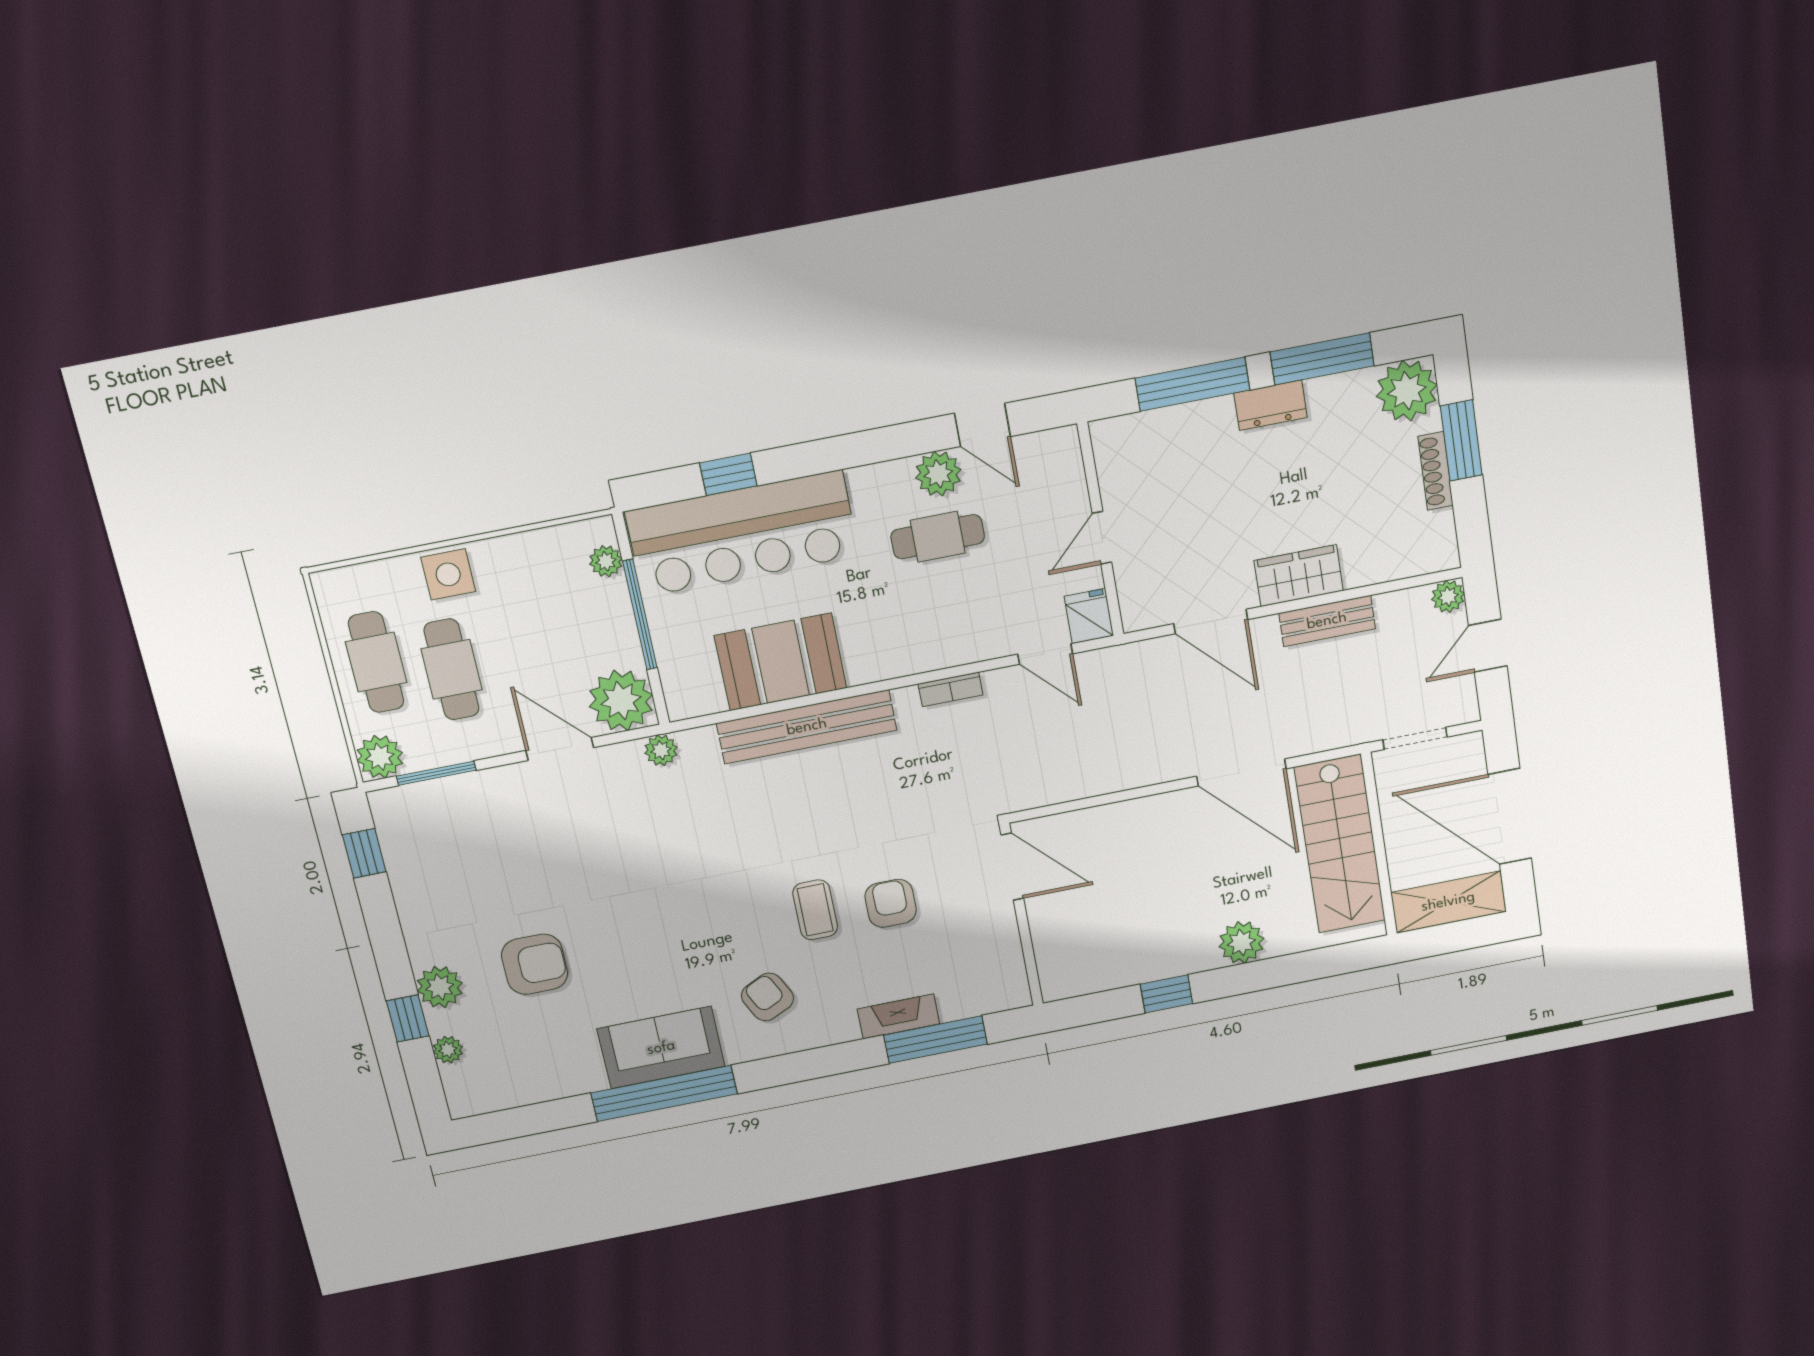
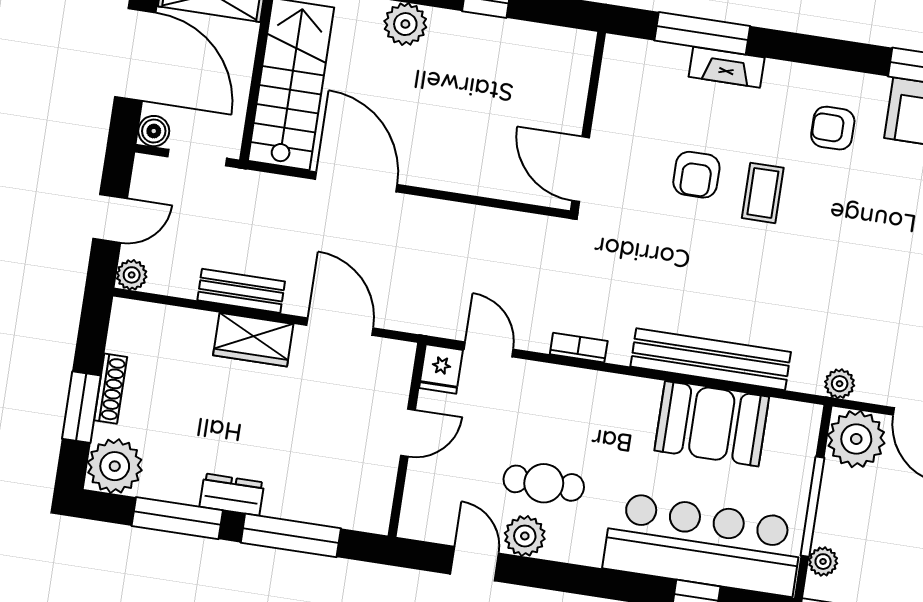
boiler: (1468, 749) -> (154, 131), added
armchair: (767, 997) -> (833, 128), turned 116

